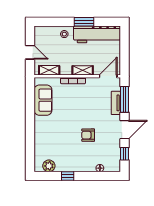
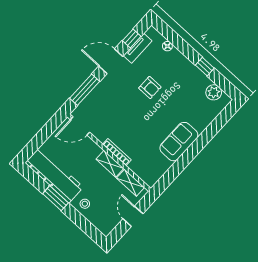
shelving: (83, 70) -> (110, 164), moved
sofa: (43, 100) -> (179, 142), moved
tv unit: (116, 103) -> (138, 48), moved

